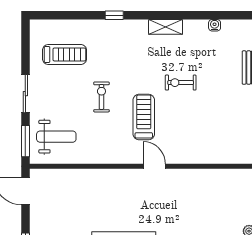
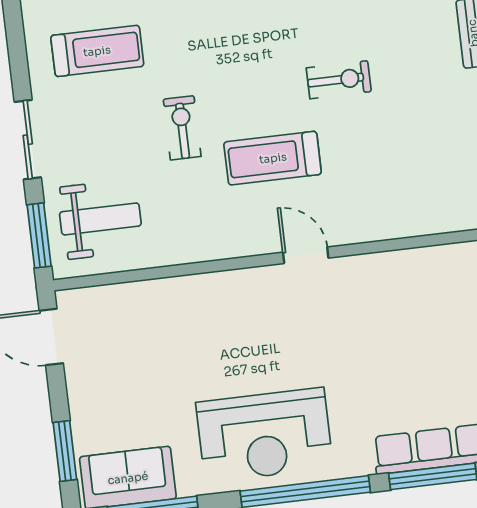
exercise bike: (181, 83) -> (339, 80), turned 180
treadmill: (144, 117) -> (273, 158), turned -90

